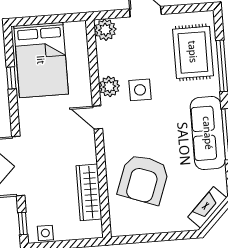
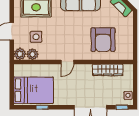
plant: (109, 87) -> (32, 54), moved
side table: (140, 90) -> (36, 37), moved
armchair: (143, 179) -> (103, 40), turned 70

